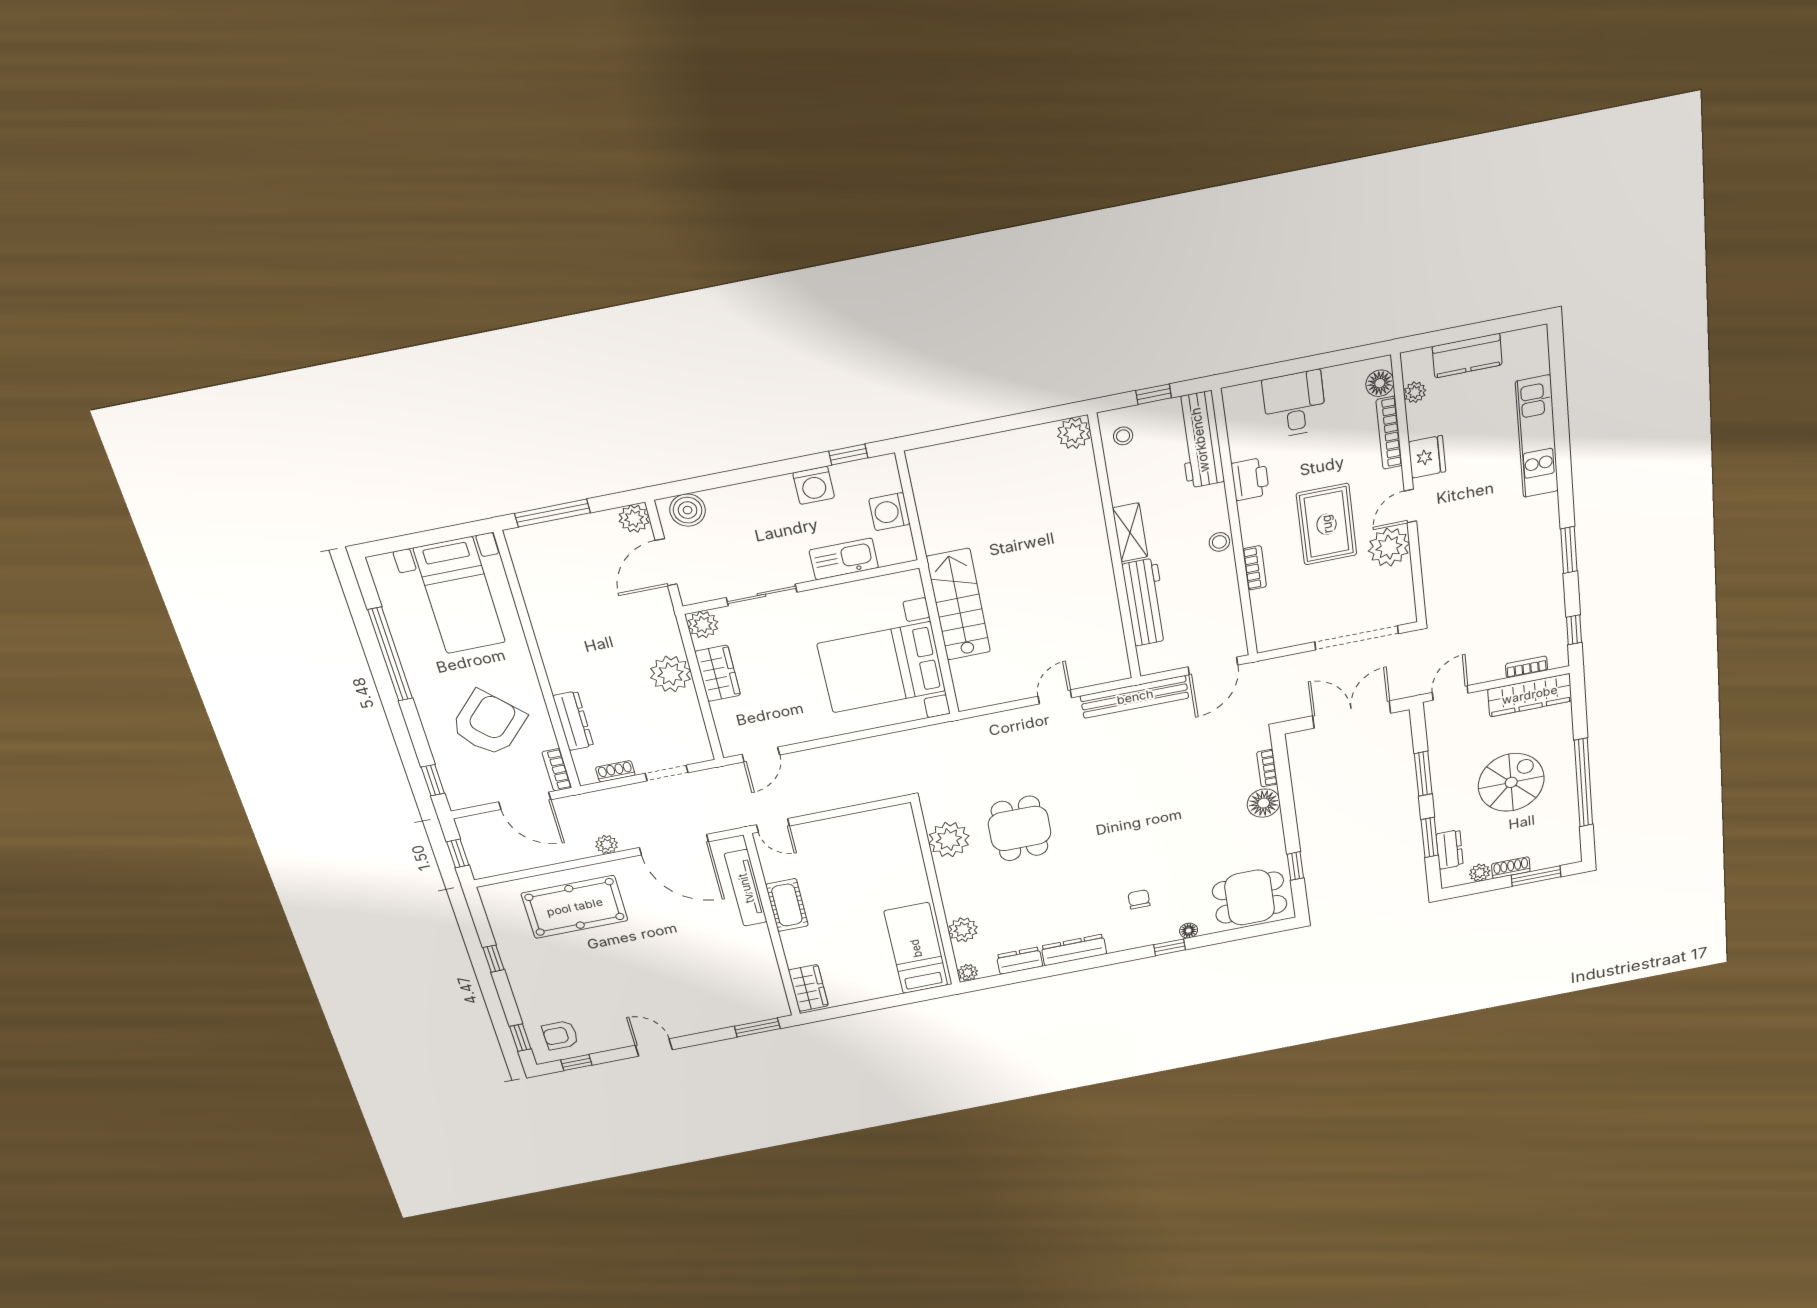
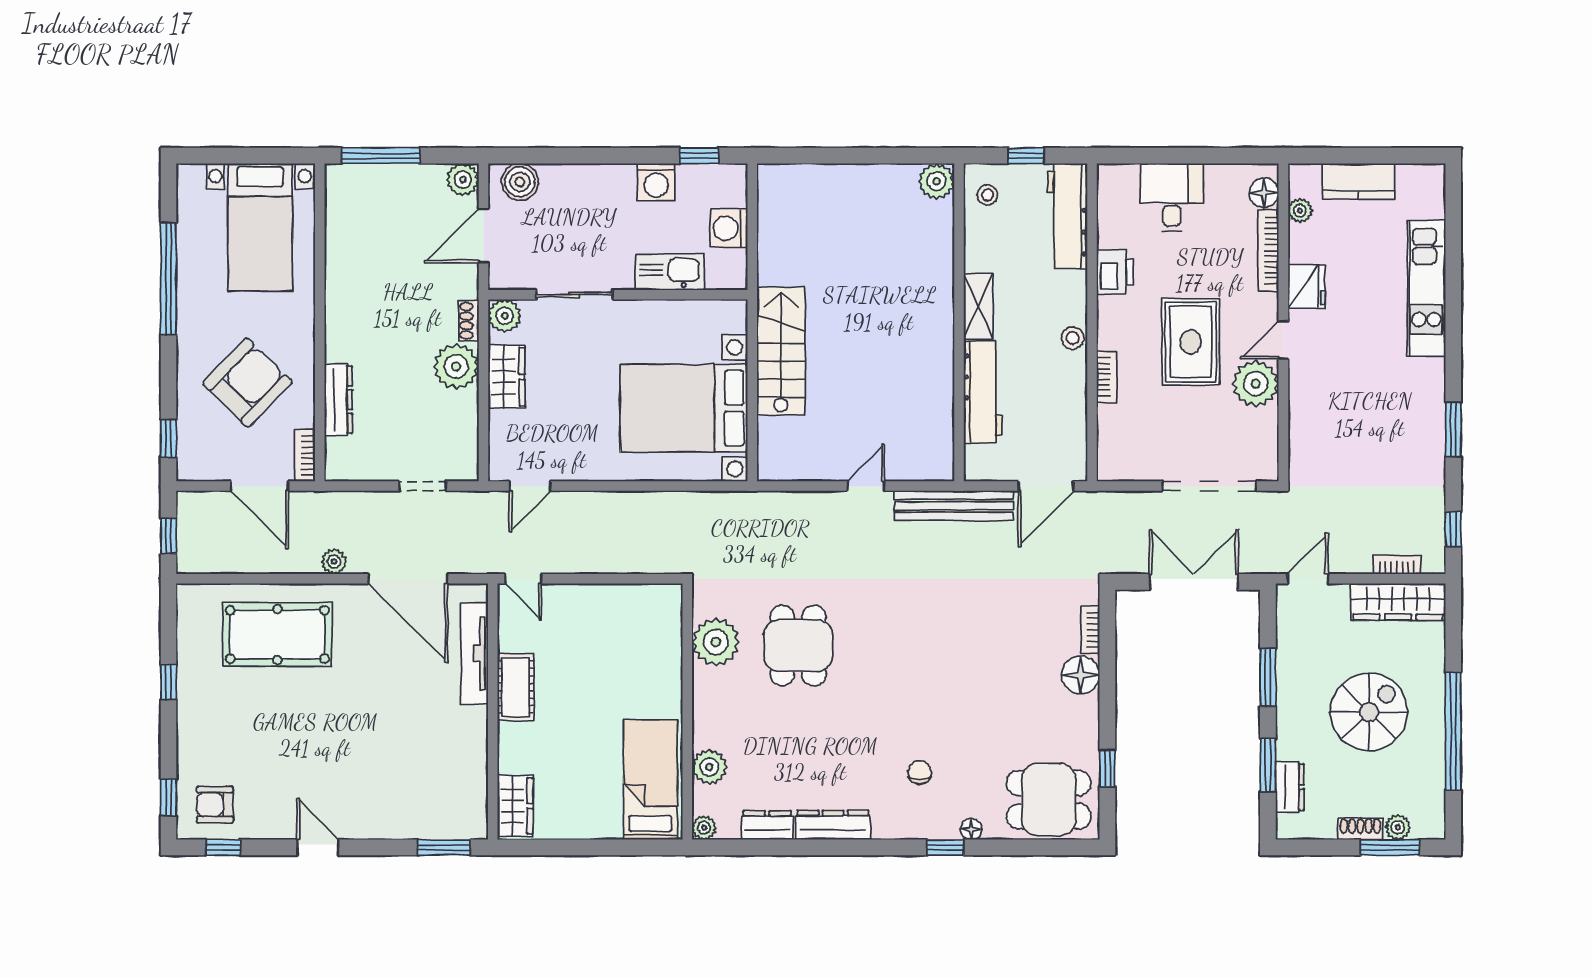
shoe rack: (615, 771) -> (469, 321), moved, turned -90
plant: (1480, 873) -> (1398, 827), moved

